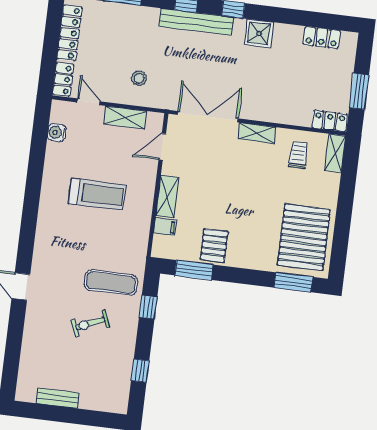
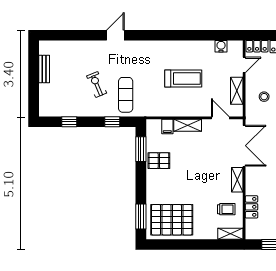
locker: (330, 121) -> (252, 207), moved
treadmill: (97, 194) -> (183, 78), turned -90

